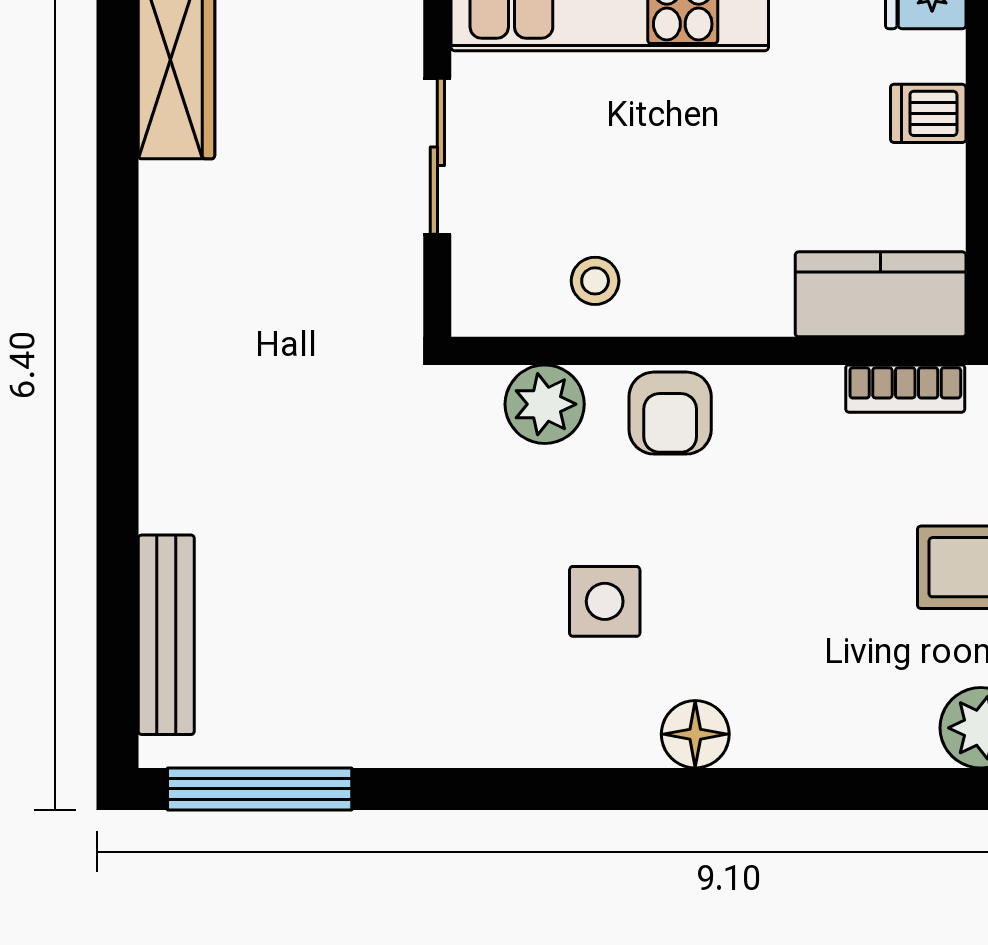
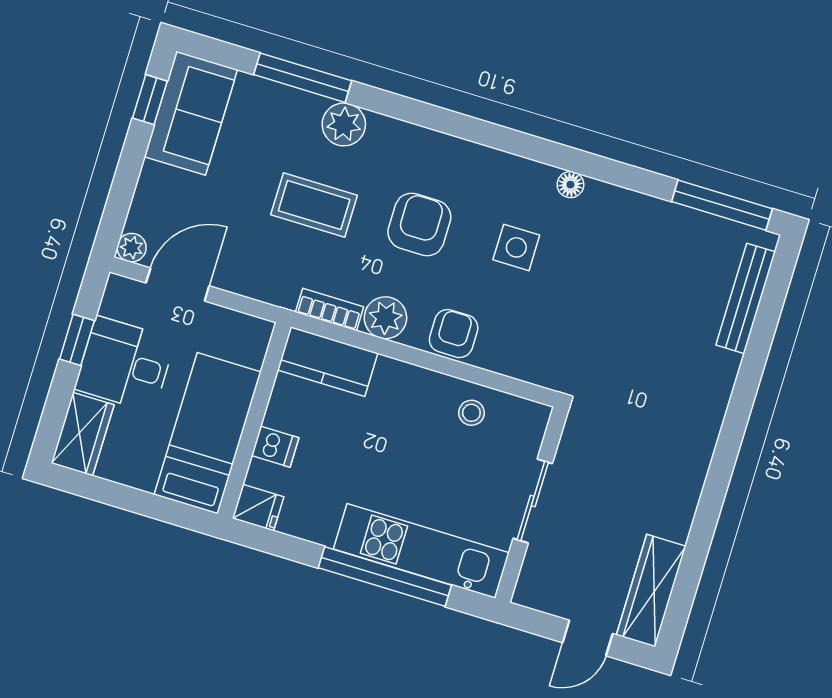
plant: (545, 404) -> (385, 318), moved
armchair: (791, 590) -> (419, 224), added
floor lamp: (695, 734) -> (570, 185), moved, width x0.73, depth x0.73

